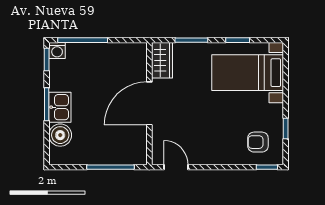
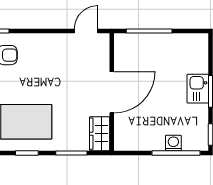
washing machine: (57, 51) -> (173, 143), moved
boiler: (60, 135) -> (197, 62), removed
door: (176, 167) -> (86, 31), swing flipped

